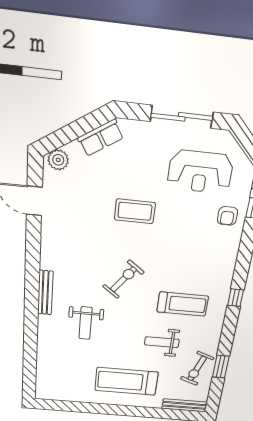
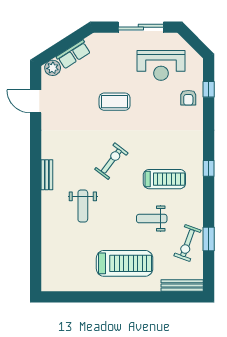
row of seats: (101, 138) -> (73, 54), moved
bench: (45, 293) -> (47, 175), width x0.73
treadmill: (126, 381) -> (125, 263), turned 180

